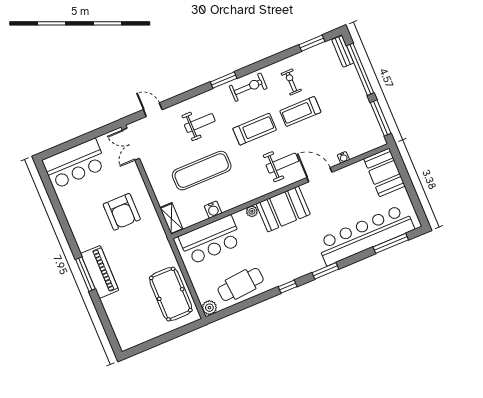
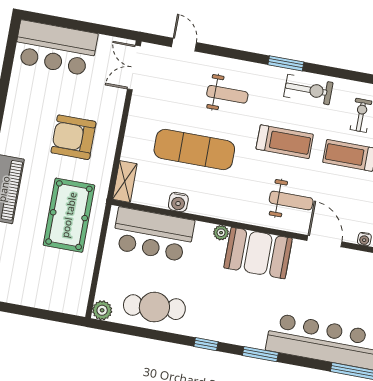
armchair: (122, 212) -> (73, 137), turned 90
pool table: (171, 294) -> (69, 215), moved

